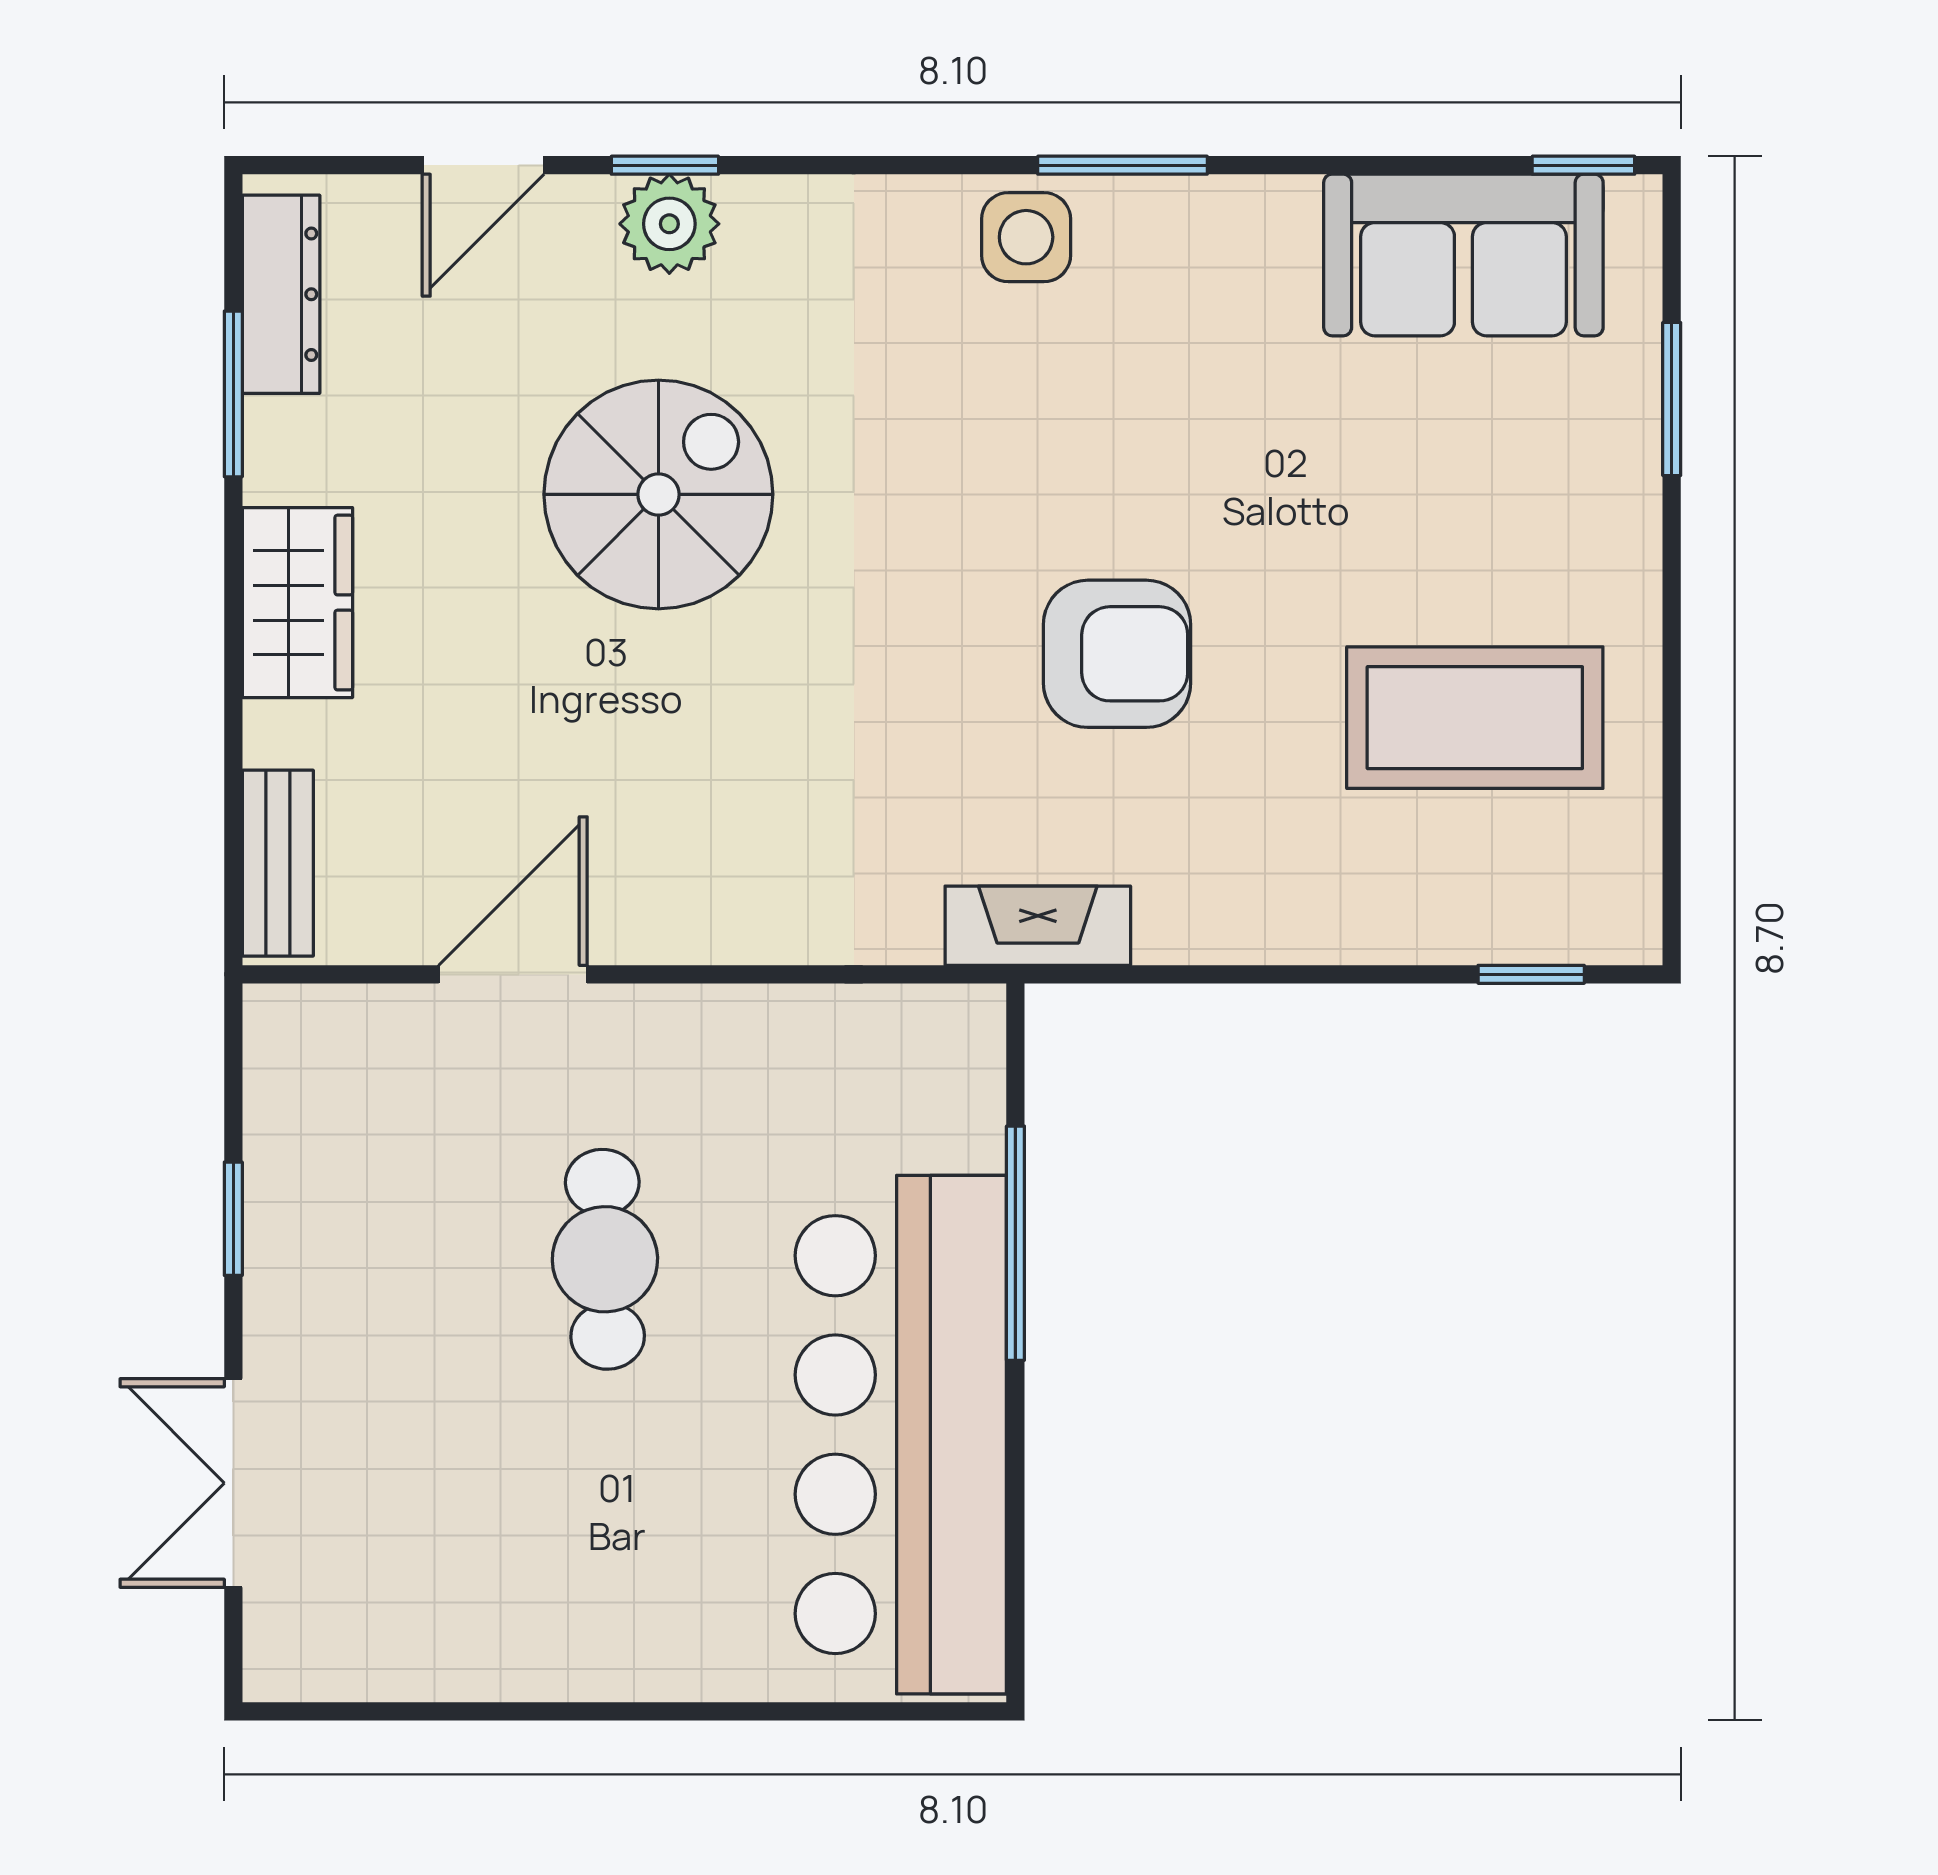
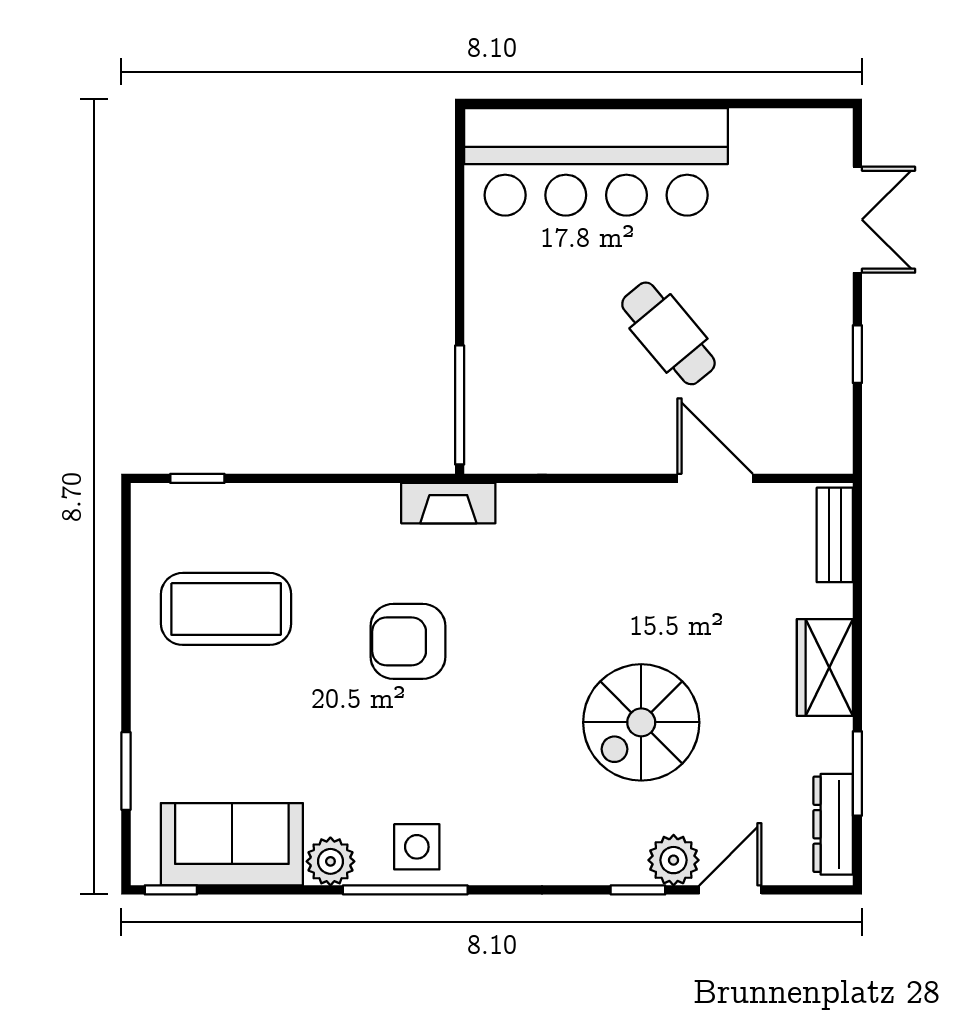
window: (1122, 165) -> (405, 890), width x1.44
plant: (1269, 221) -> (330, 861), added
plant: (669, 224) -> (674, 860), moved
side table: (1026, 237) -> (417, 847), moved
door: (513, 974) -> (715, 478), swing flipped
window: (1015, 1243) -> (460, 405), moved
cafe table: (605, 1259) -> (668, 333), turned -38
bar counter: (901, 1435) -> (596, 162), moved, turned 90

